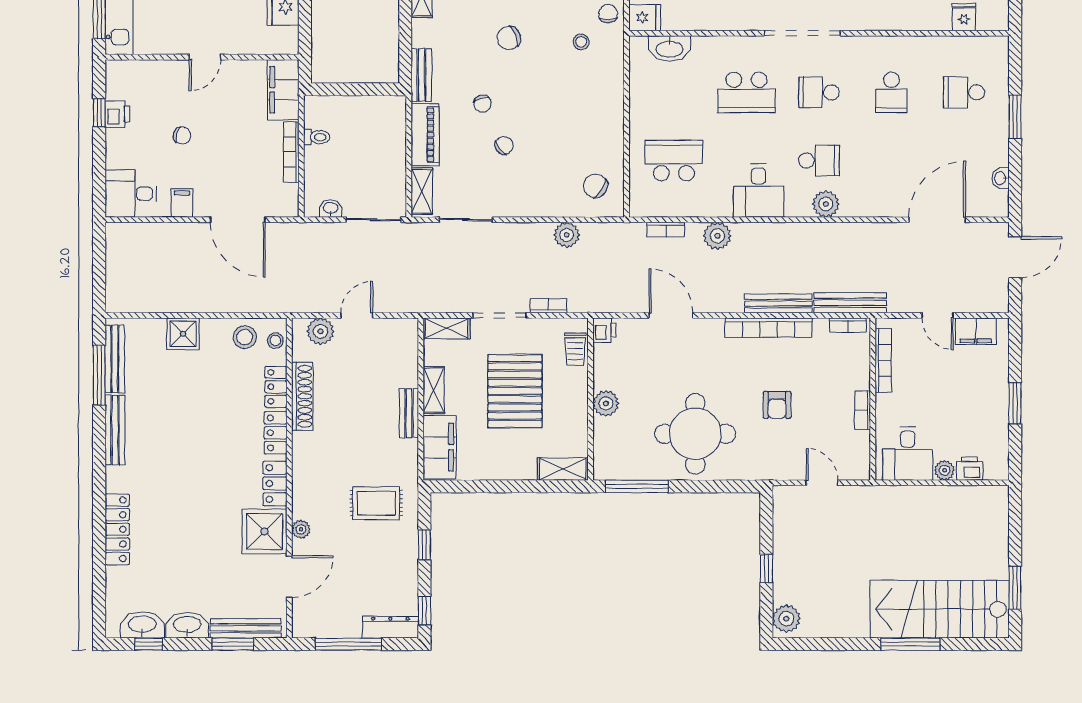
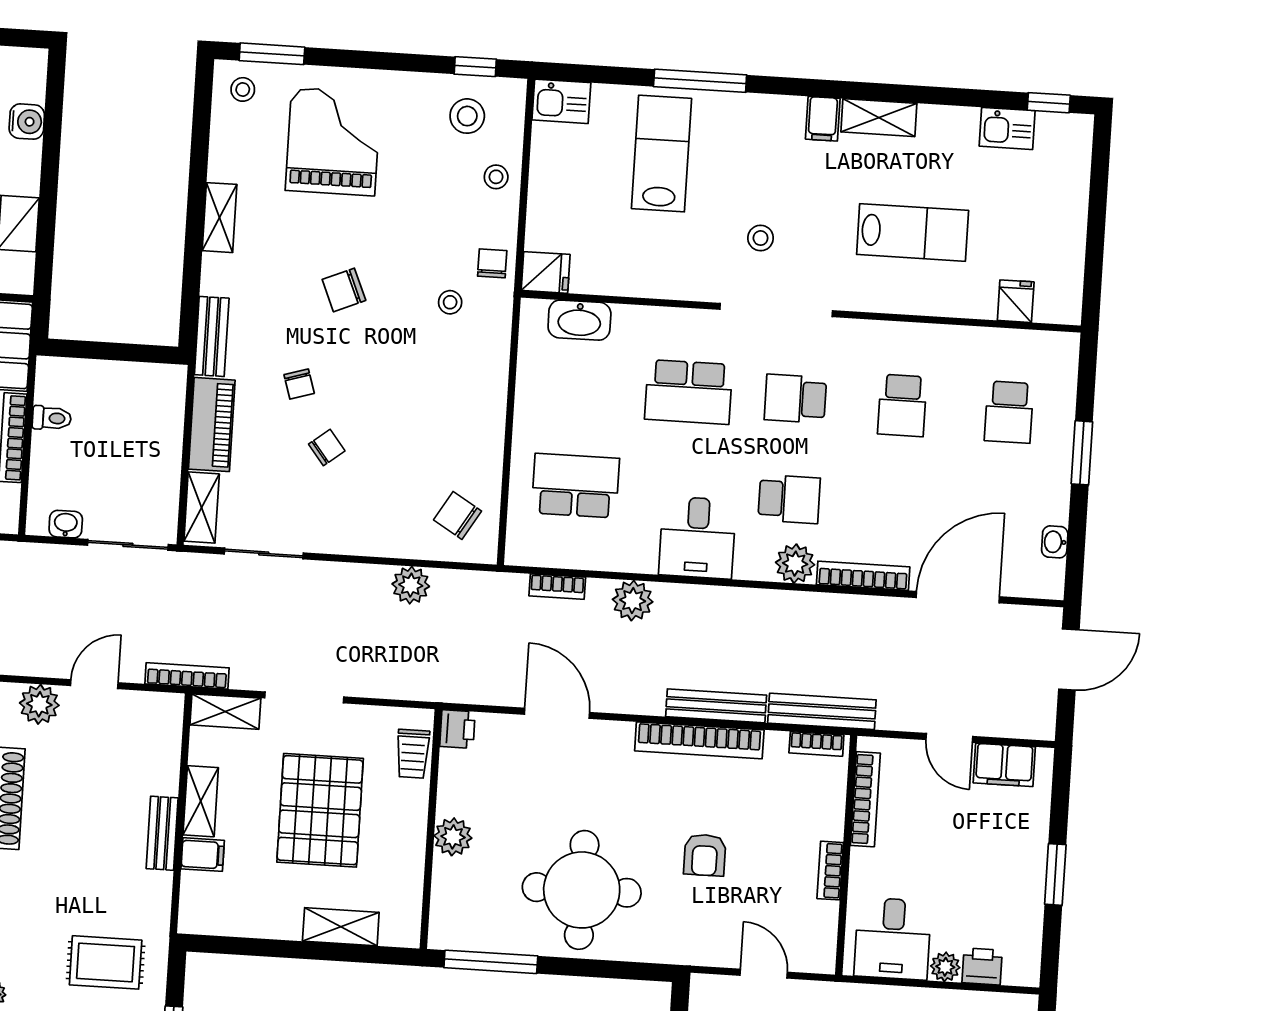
school desk: (964, 92) -> (1009, 412), turned -90
bookcase: (872, 209) -> (863, 576), added
bookcase: (548, 306) -> (187, 676), moved, width x1.56
filing cabinet: (440, 447) -> (203, 855), width x0.33, depth x0.86
shelving: (563, 469) -> (341, 927), moved

